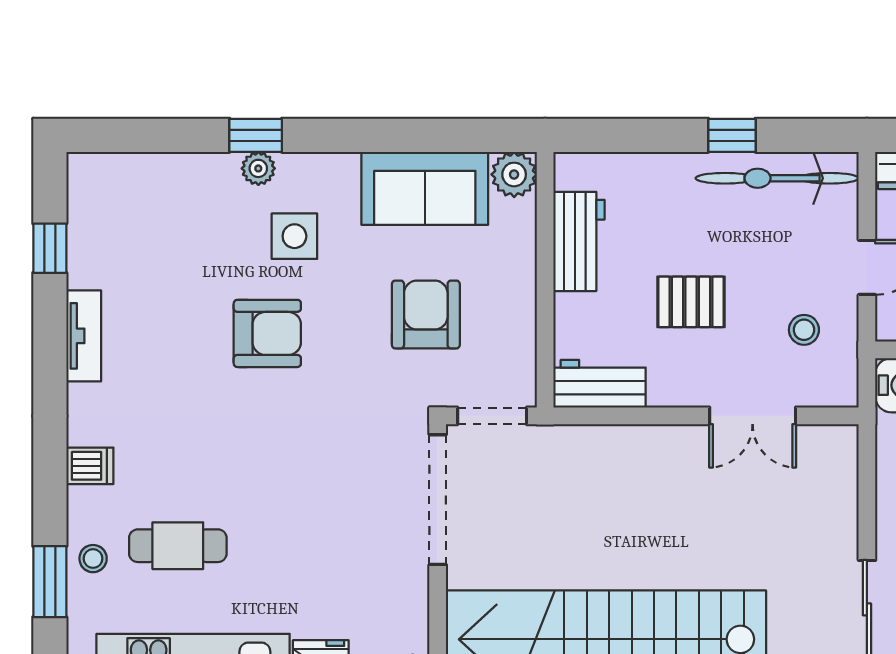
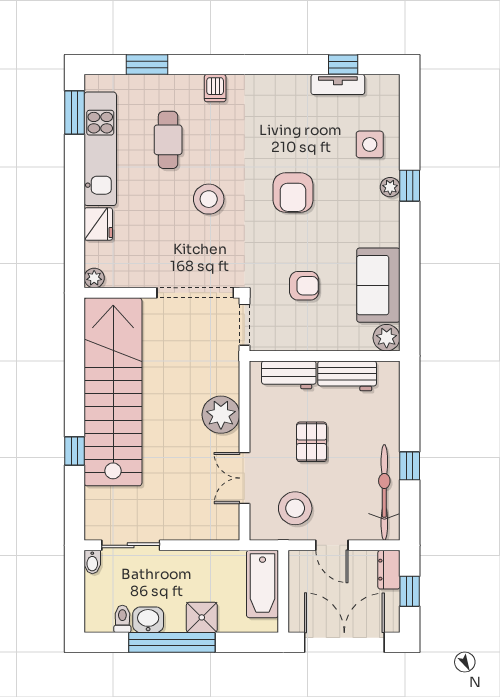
side table: (294, 236) -> (370, 144), moved
armchair: (426, 315) -> (304, 286), width x0.72, depth x0.72
stool: (804, 330) -> (295, 508), width x1.89, depth x1.89
tv unit: (84, 336) -> (338, 84), moved
workbench: (599, 384) -> (289, 375), moved, turned 90
plant: (645, 456) -> (221, 415), added
stool: (93, 559) -> (209, 199), moved, width x1.89, depth x1.89

